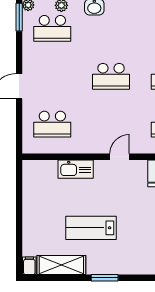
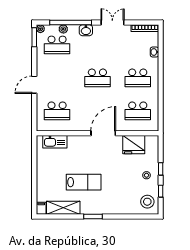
door: (120, 157) -> (103, 133), width x1.88
kitchen sink: (76, 169) -> (55, 142), moved
lab bench: (91, 228) -> (84, 182), turned 180

